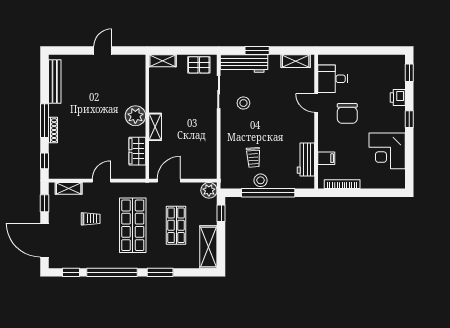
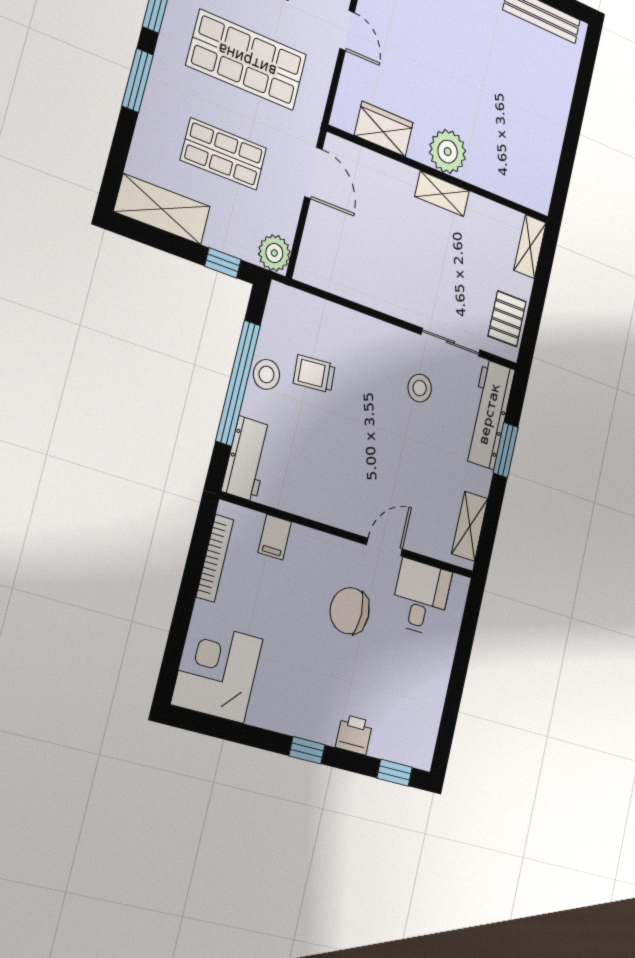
door: (103, 50) -> (573, 133), removed
shelving: (155, 127) -> (442, 194), moved
corner desk: (387, 151) -> (217, 671), moved
workbench: (306, 159) -> (247, 459), moved, turned 90

